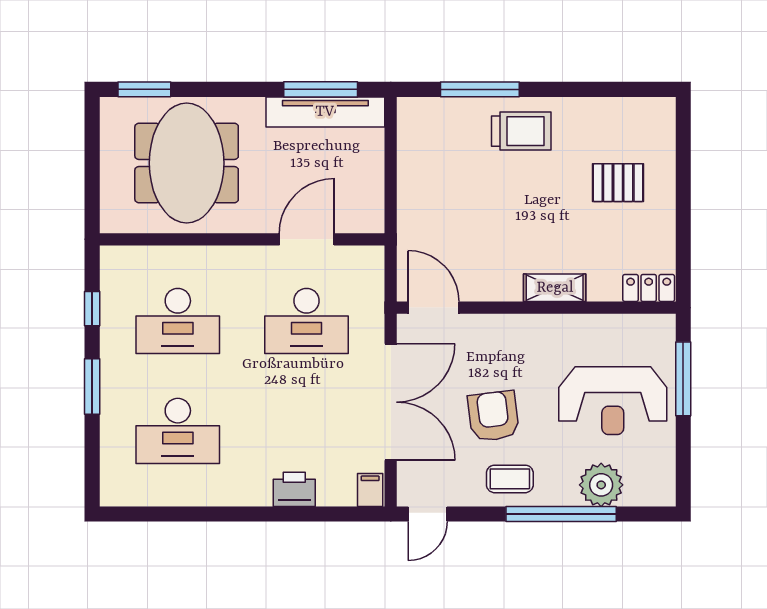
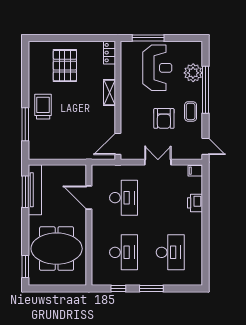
pallet: (618, 183) -> (65, 66), width x1.50, depth x1.42
double door: (391, 402) -> (158, 162), width x0.54
armchair: (493, 416) -> (164, 118), turned -83

